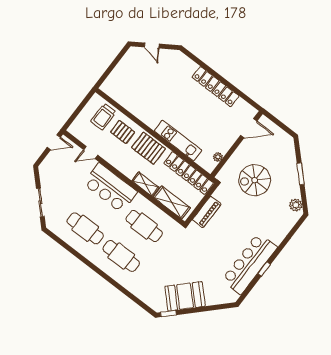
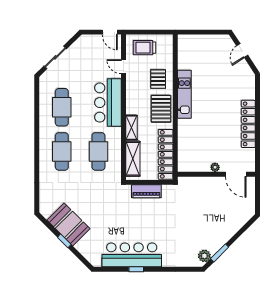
trolley: (103, 117) -> (144, 48), moved
kitchen unit: (178, 141) -> (184, 94), moved
plant: (218, 157) -> (215, 167), moved
window: (301, 174) -> (220, 253), moved
spiral stairs: (255, 180) -> (199, 210), removed
window: (168, 314) -> (64, 241), moved

